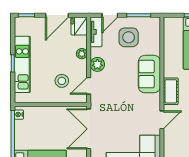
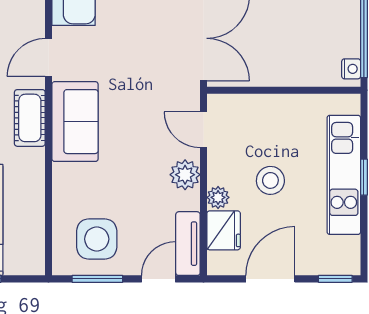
fridge: (79, 26) -> (224, 230), moved
side table: (129, 37) -> (97, 239), moved
sofa: (149, 74) -> (75, 122), moved
stool: (62, 81) -> (270, 180), moved
door: (89, 86) -> (203, 130), swing flipped

